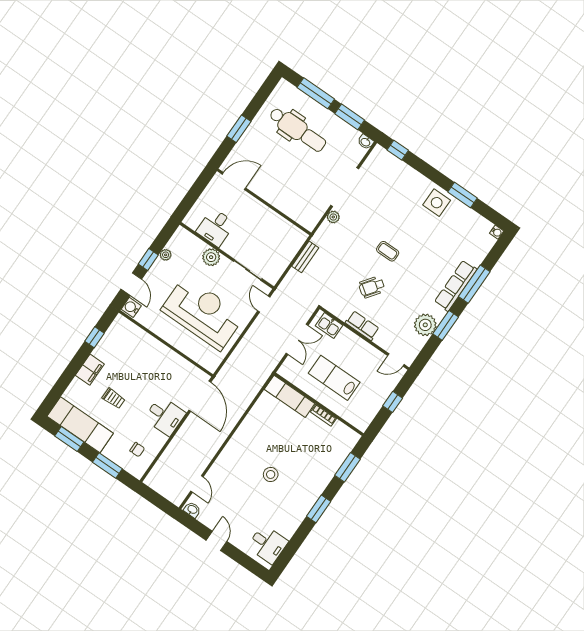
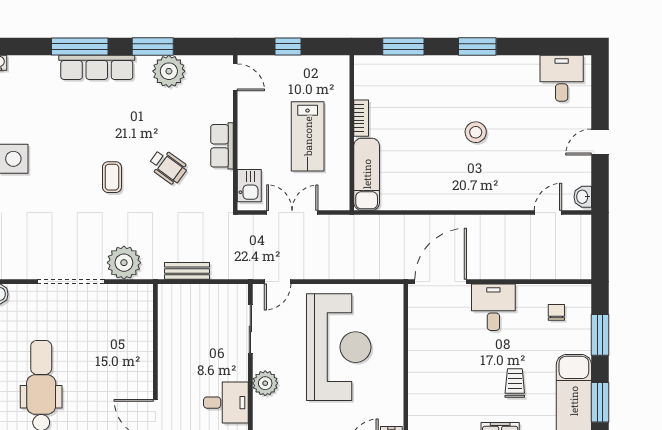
plant: (333, 217) -> (124, 263), width x1.88, depth x1.88
reception desk: (203, 313) -> (339, 347), turned 180

